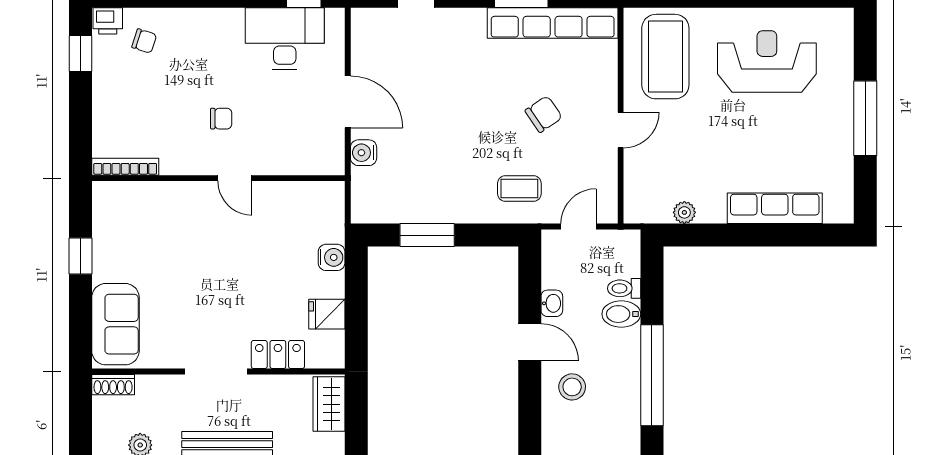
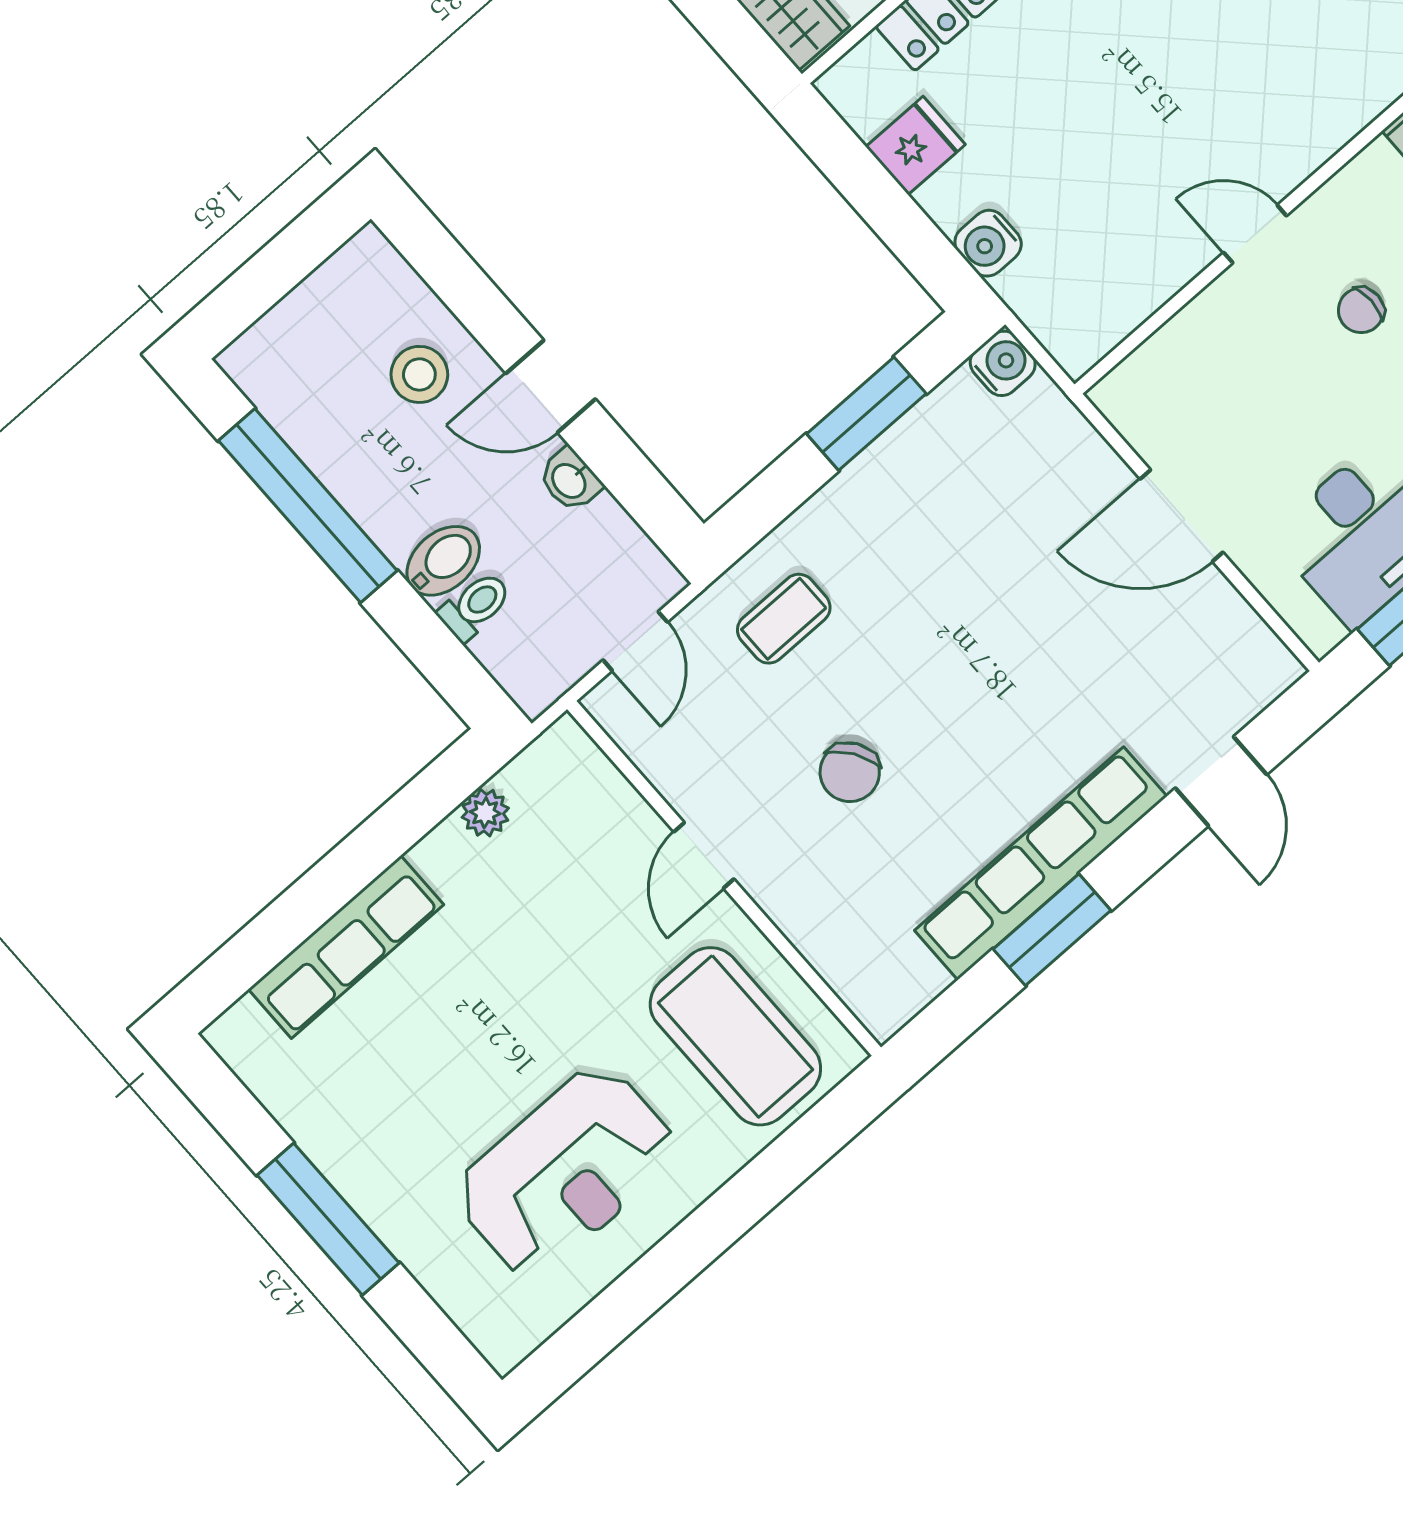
row of seats: (553, 23) -> (1041, 863), moved
water cooler: (364, 153) -> (1003, 363), moved

